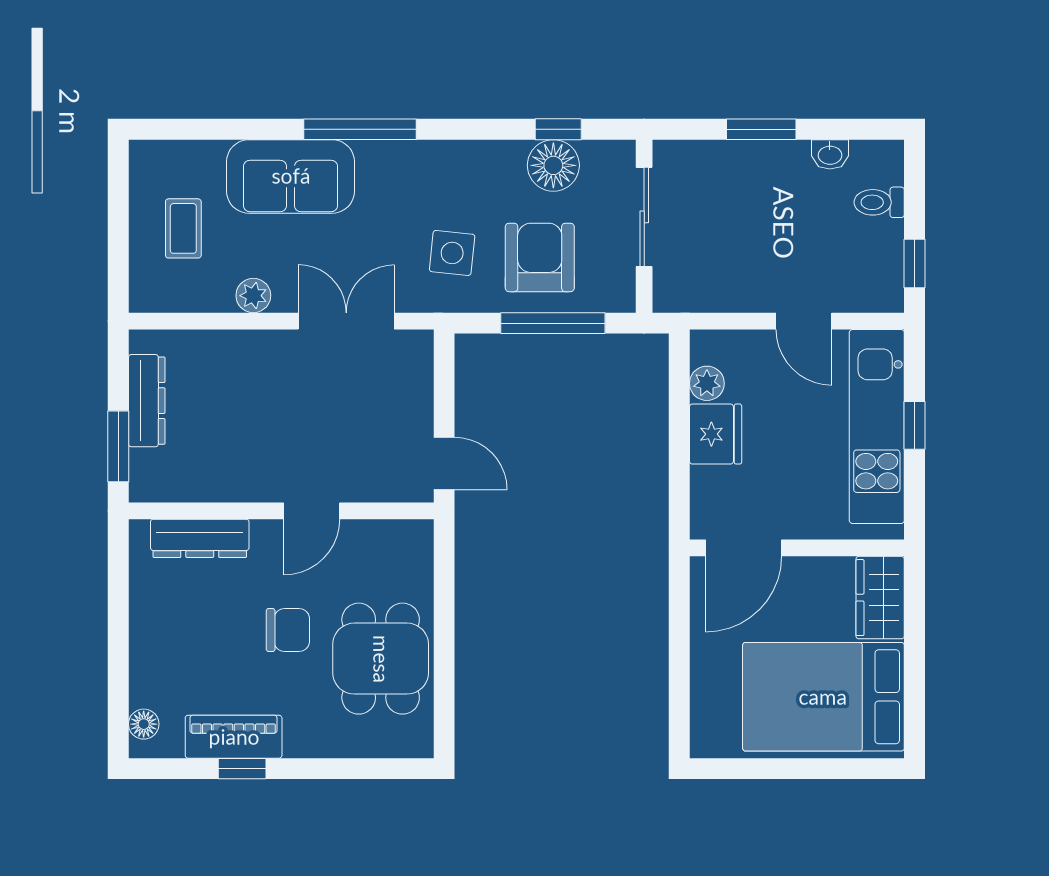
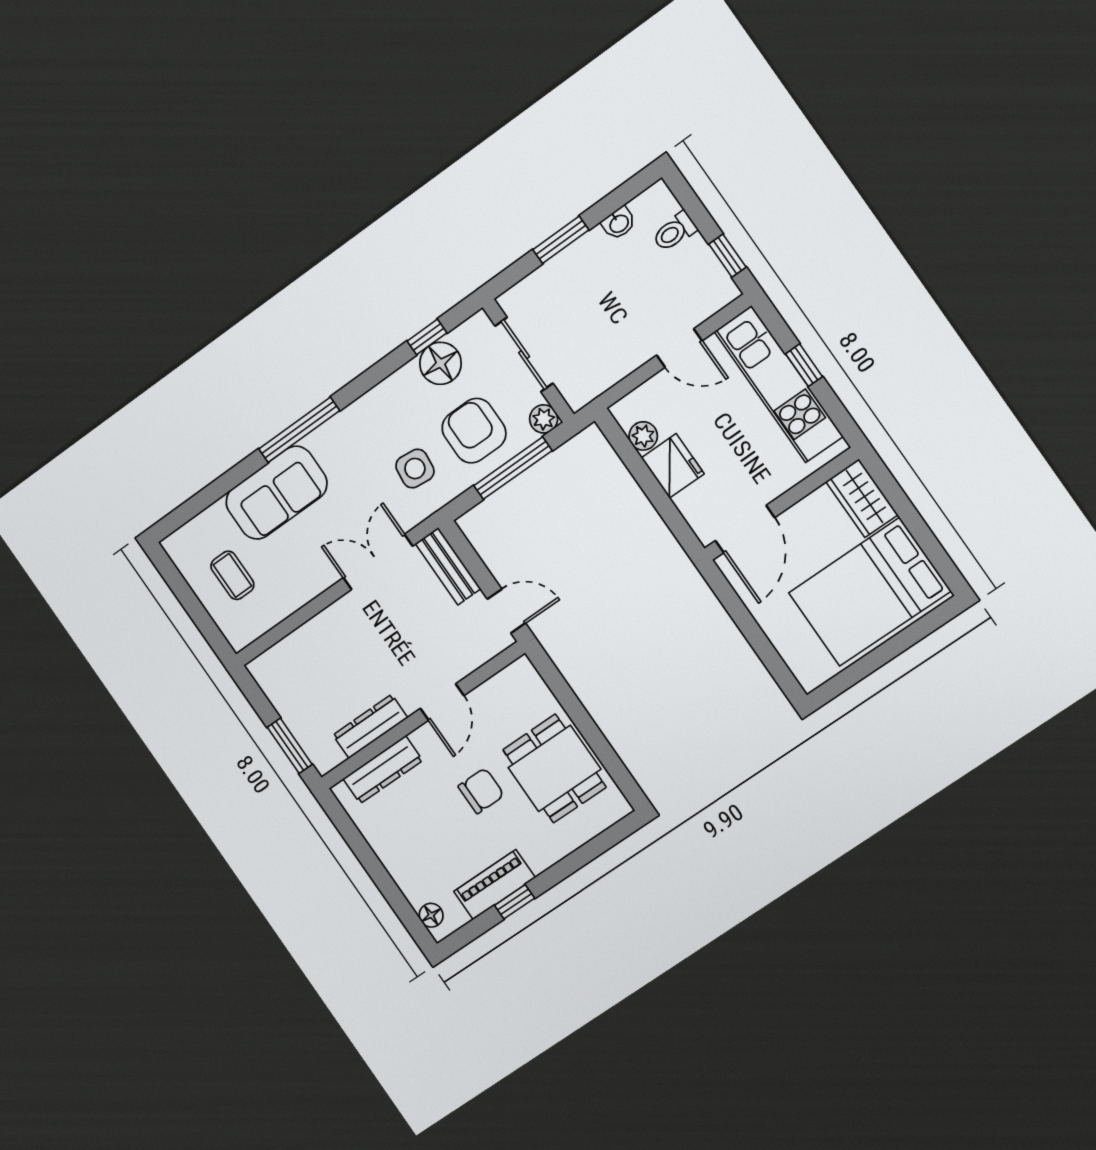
plant: (253, 296) -> (544, 419), moved
bench: (416, 376) -> (448, 566), added
dresser: (147, 401) -> (370, 726), moved, turned -90

